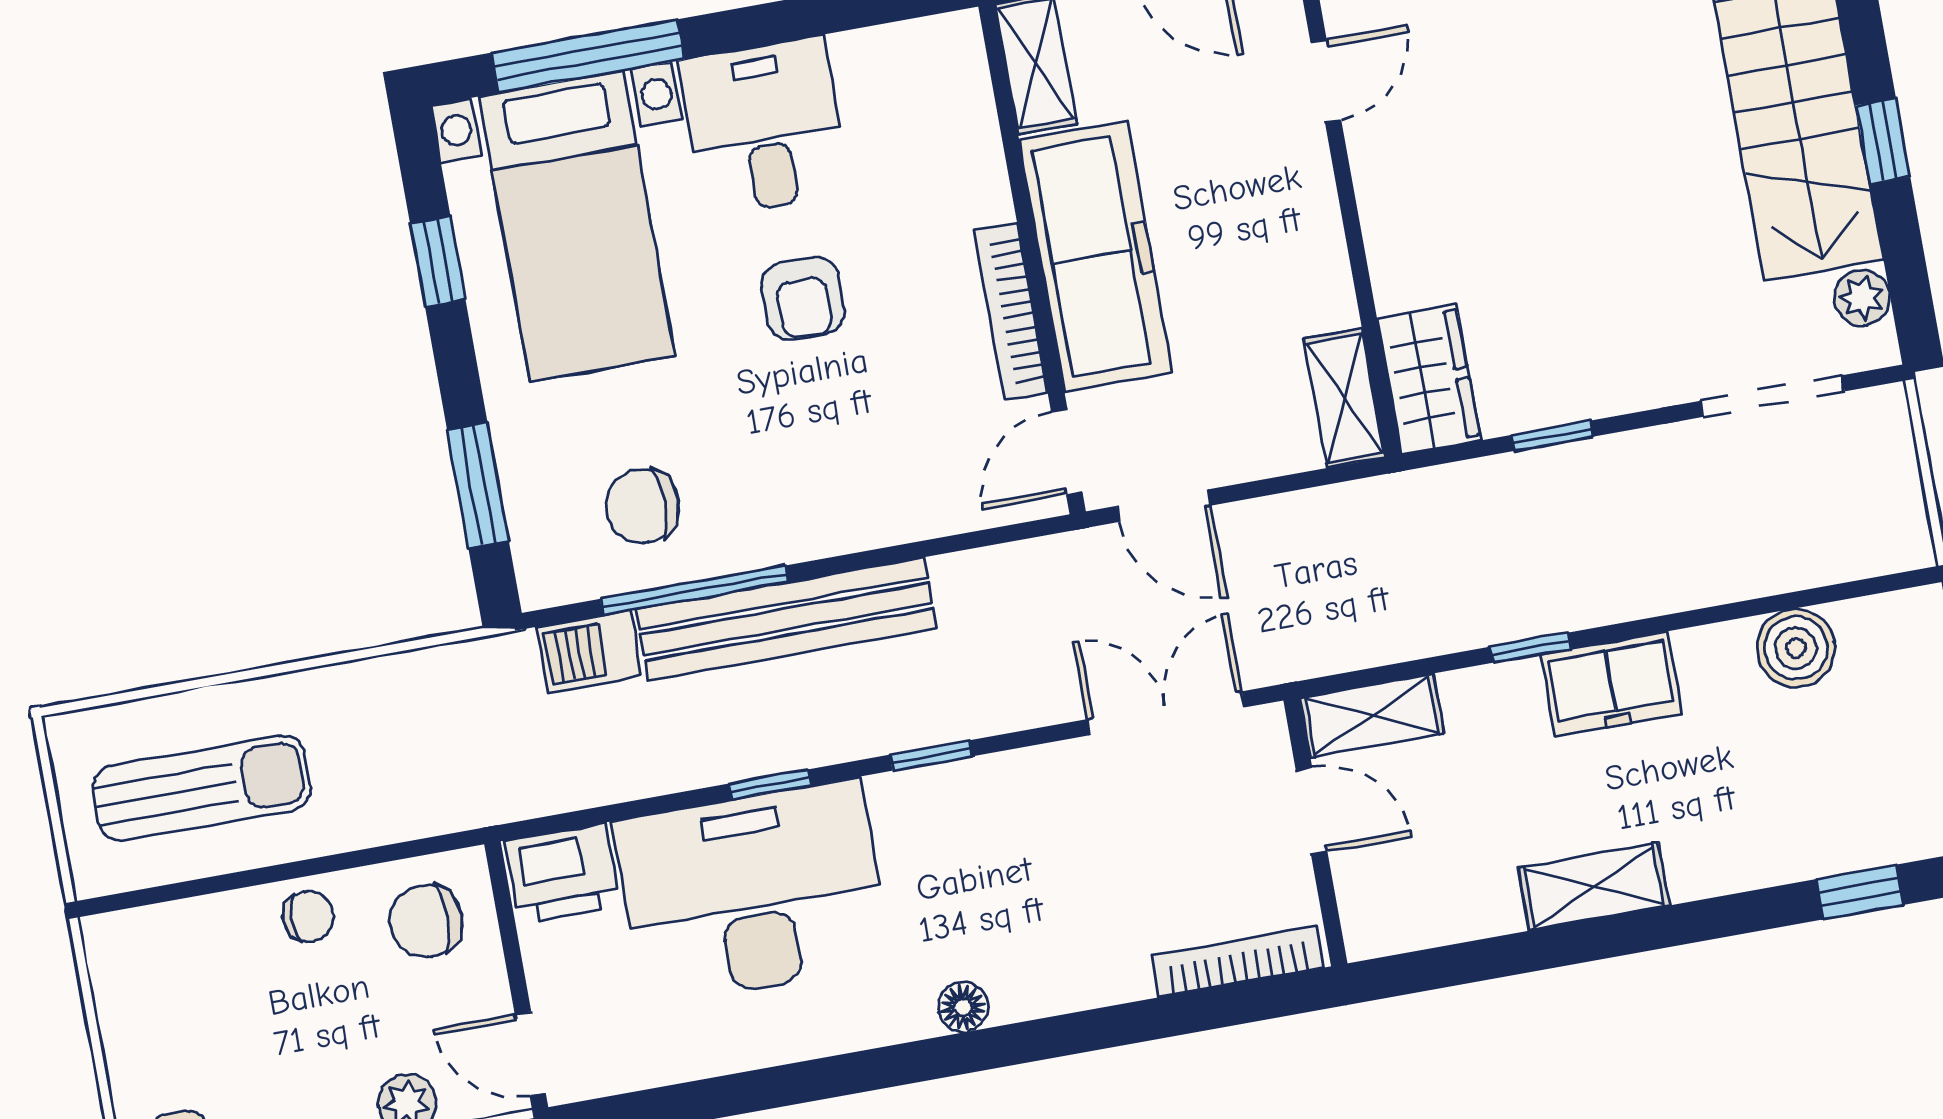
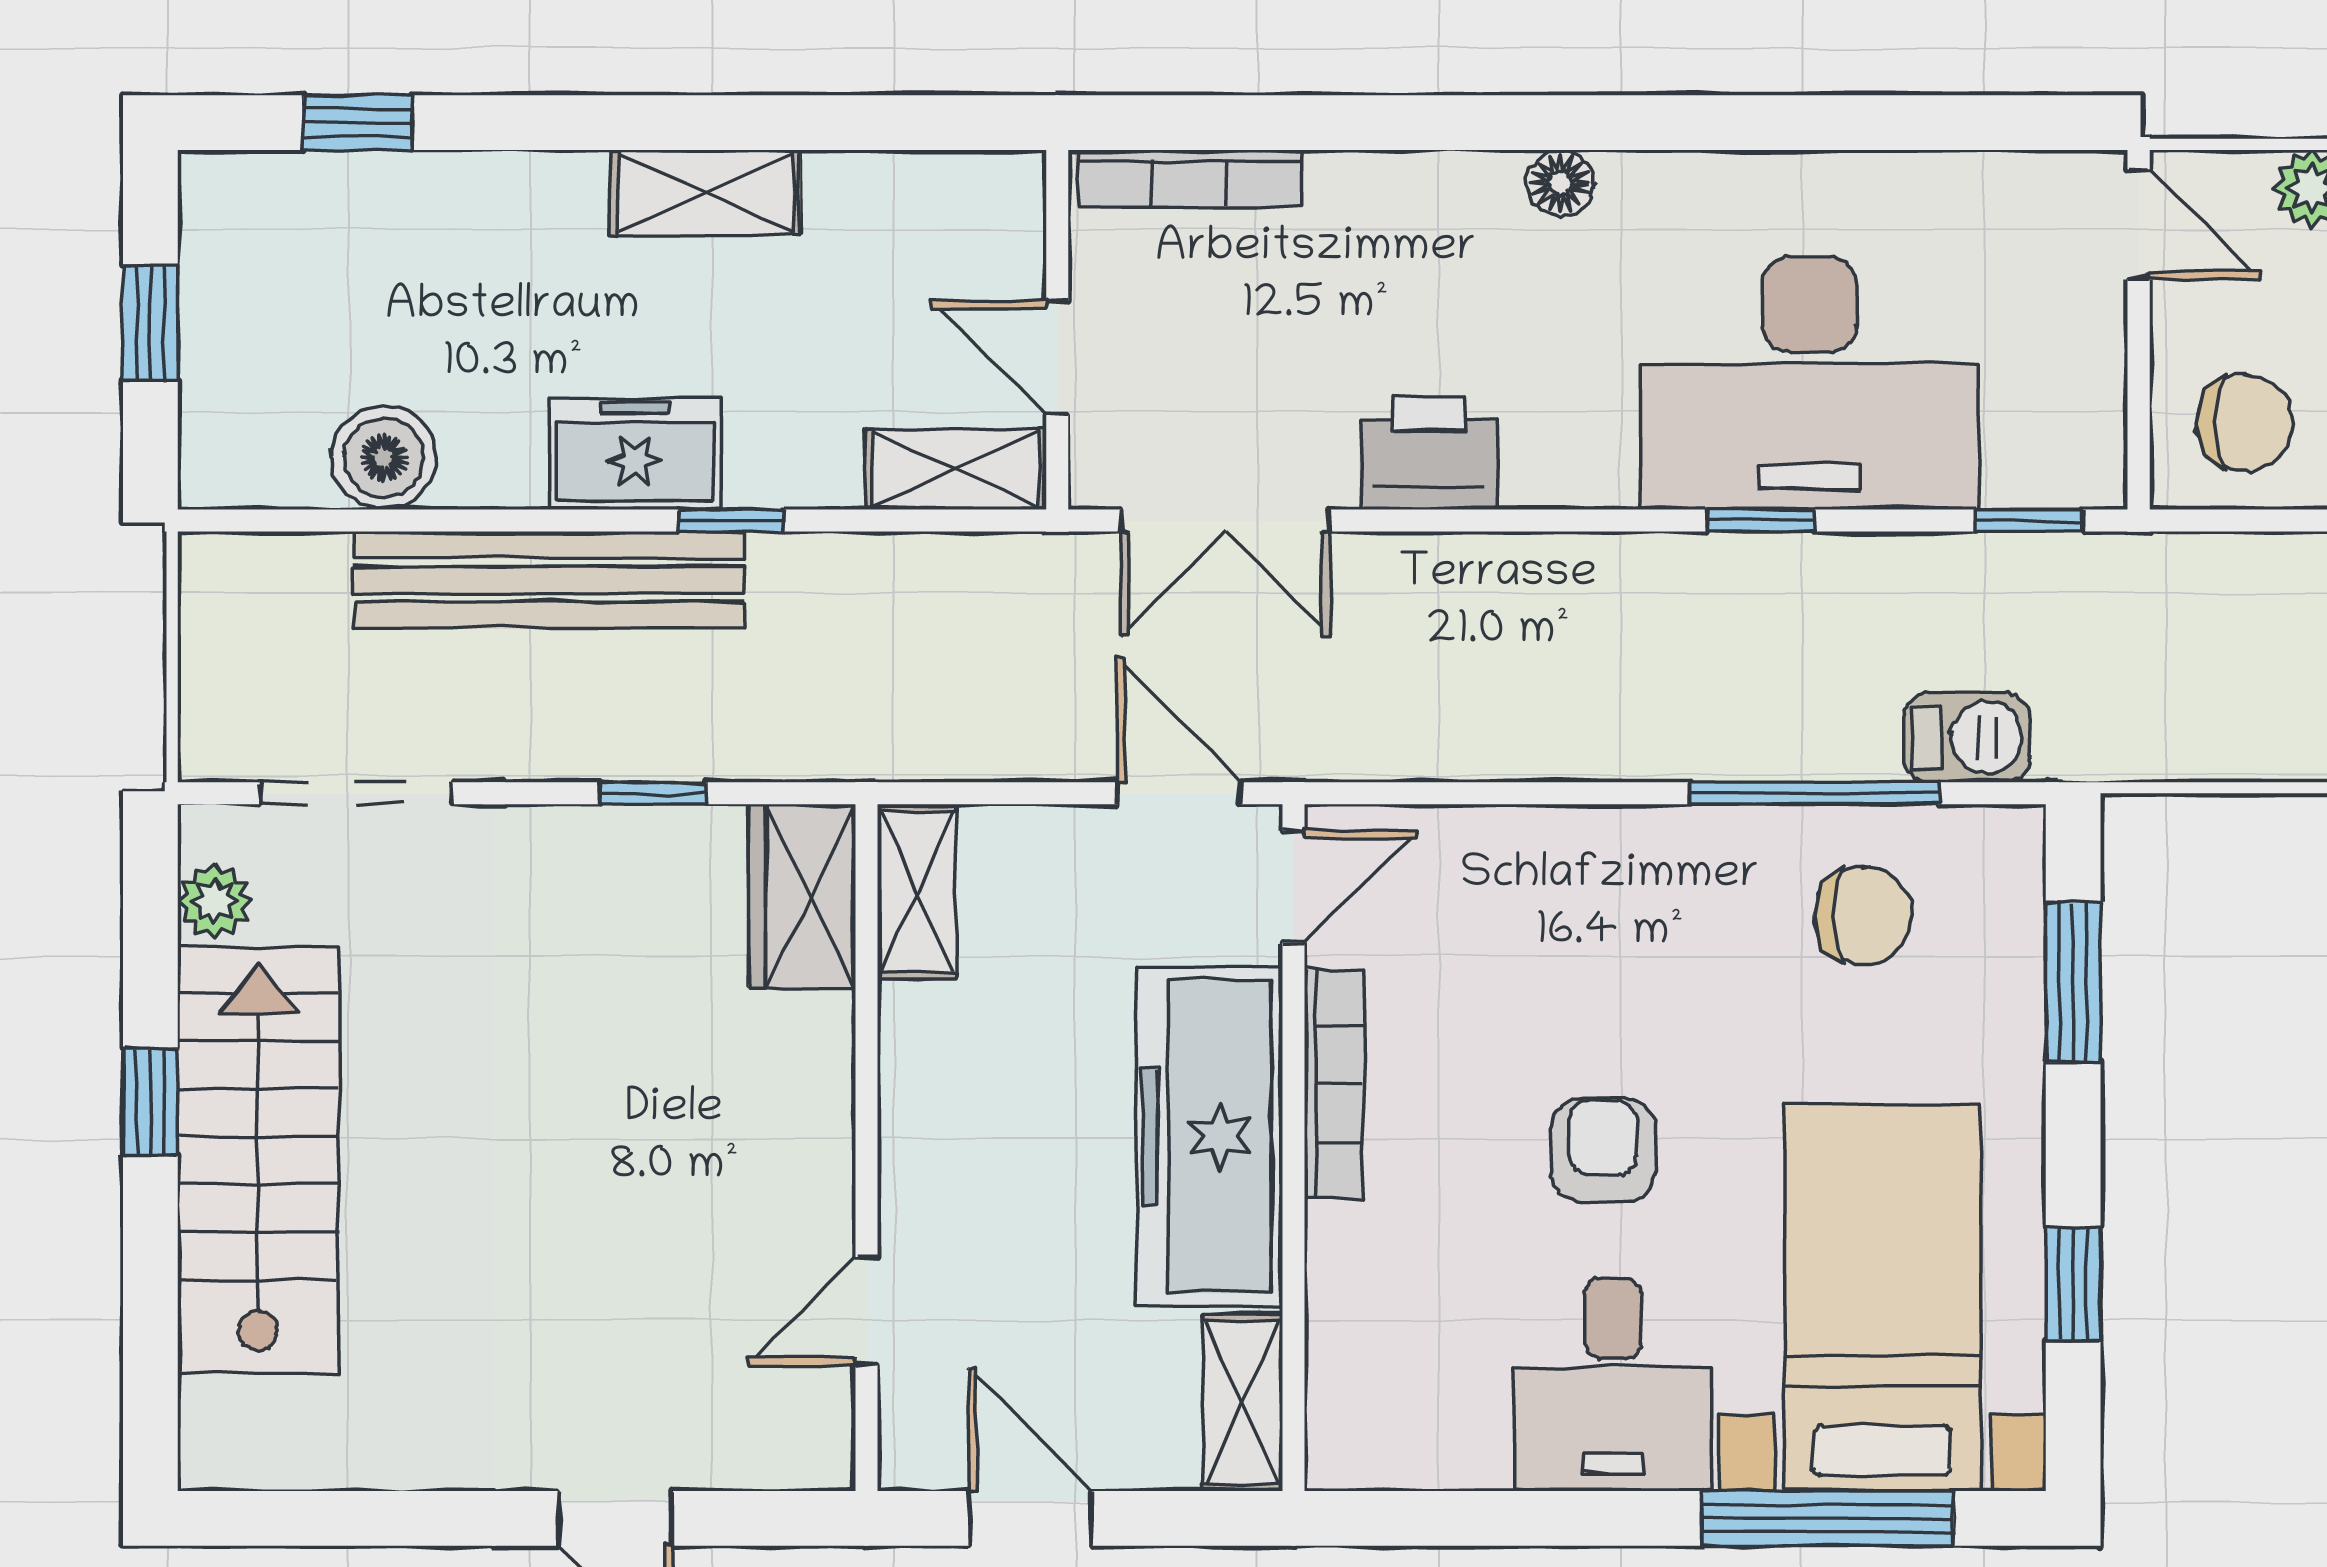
bench: (786, 619) -> (549, 580), moved
window: (931, 756) -> (2029, 521), moved
printer: (562, 873) -> (1428, 453), moved

